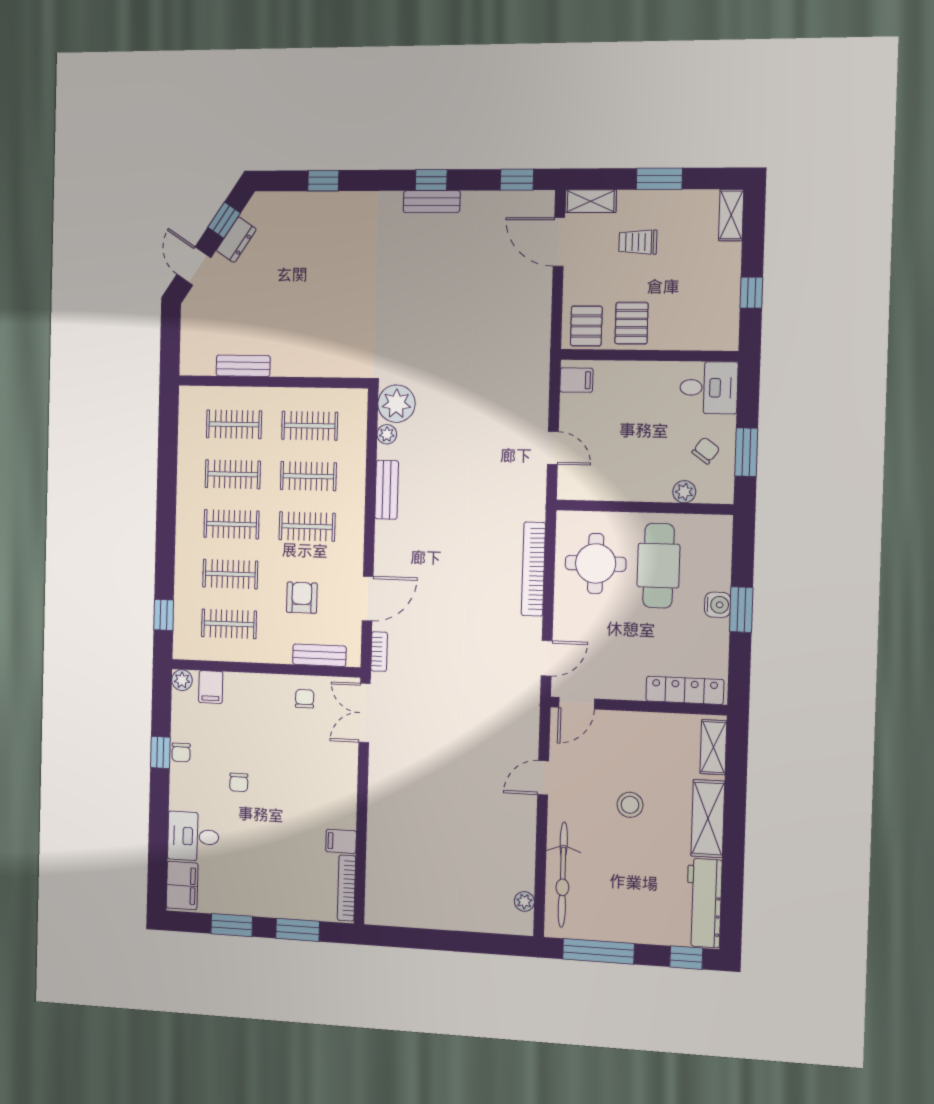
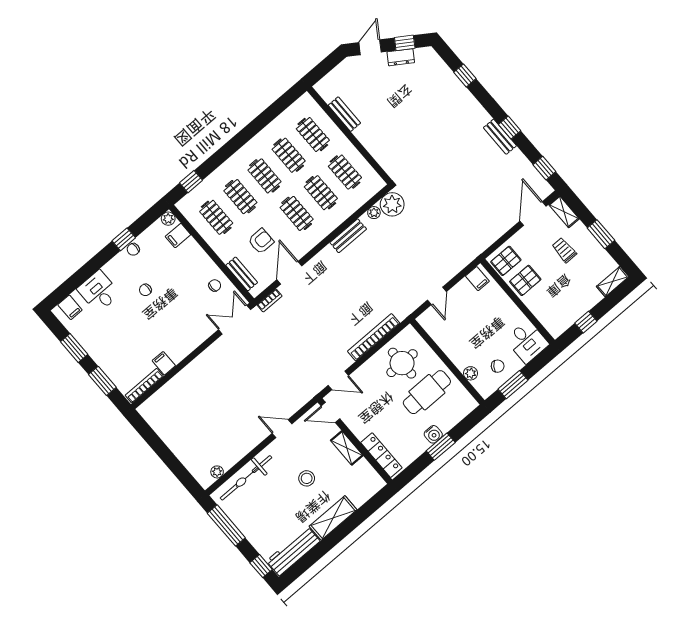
door: (368, 599) -> (289, 273), swing flipped
shelving: (713, 747) -> (347, 448), moved, turned 90
filing cabinet: (182, 885) -> (70, 307), width x0.50

